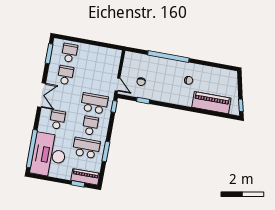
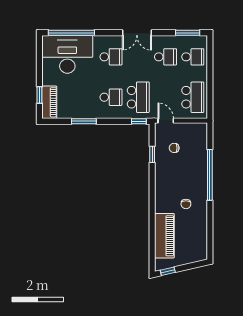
door: (118, 84) -> (166, 121), swing flipped
school desk: (86, 148) -> (193, 97), moved

